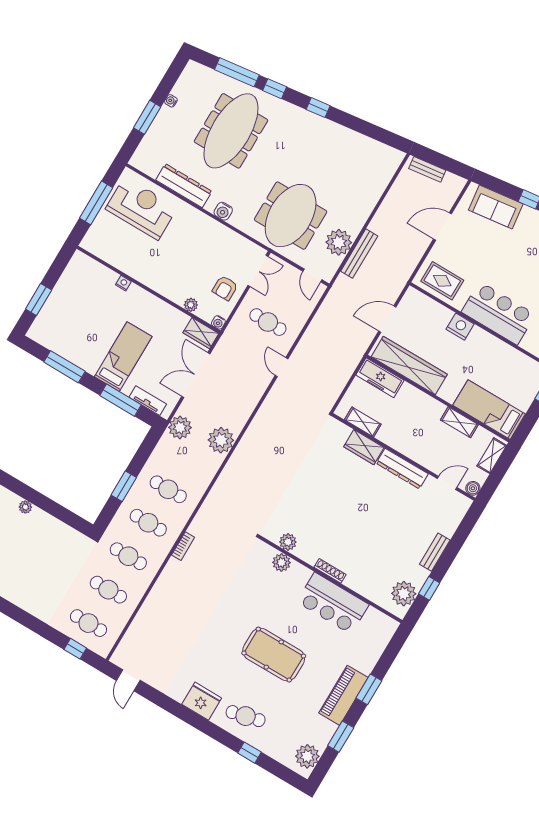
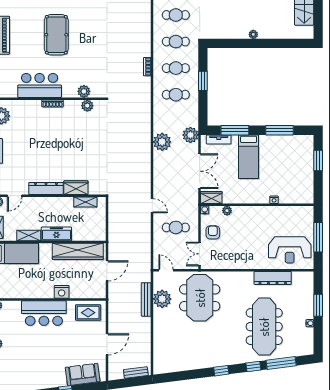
water cooler: (223, 211) -> (241, 277), removed
freezer: (380, 378) -> (56, 234), moved
pool table: (274, 655) -> (56, 35), turned 90

